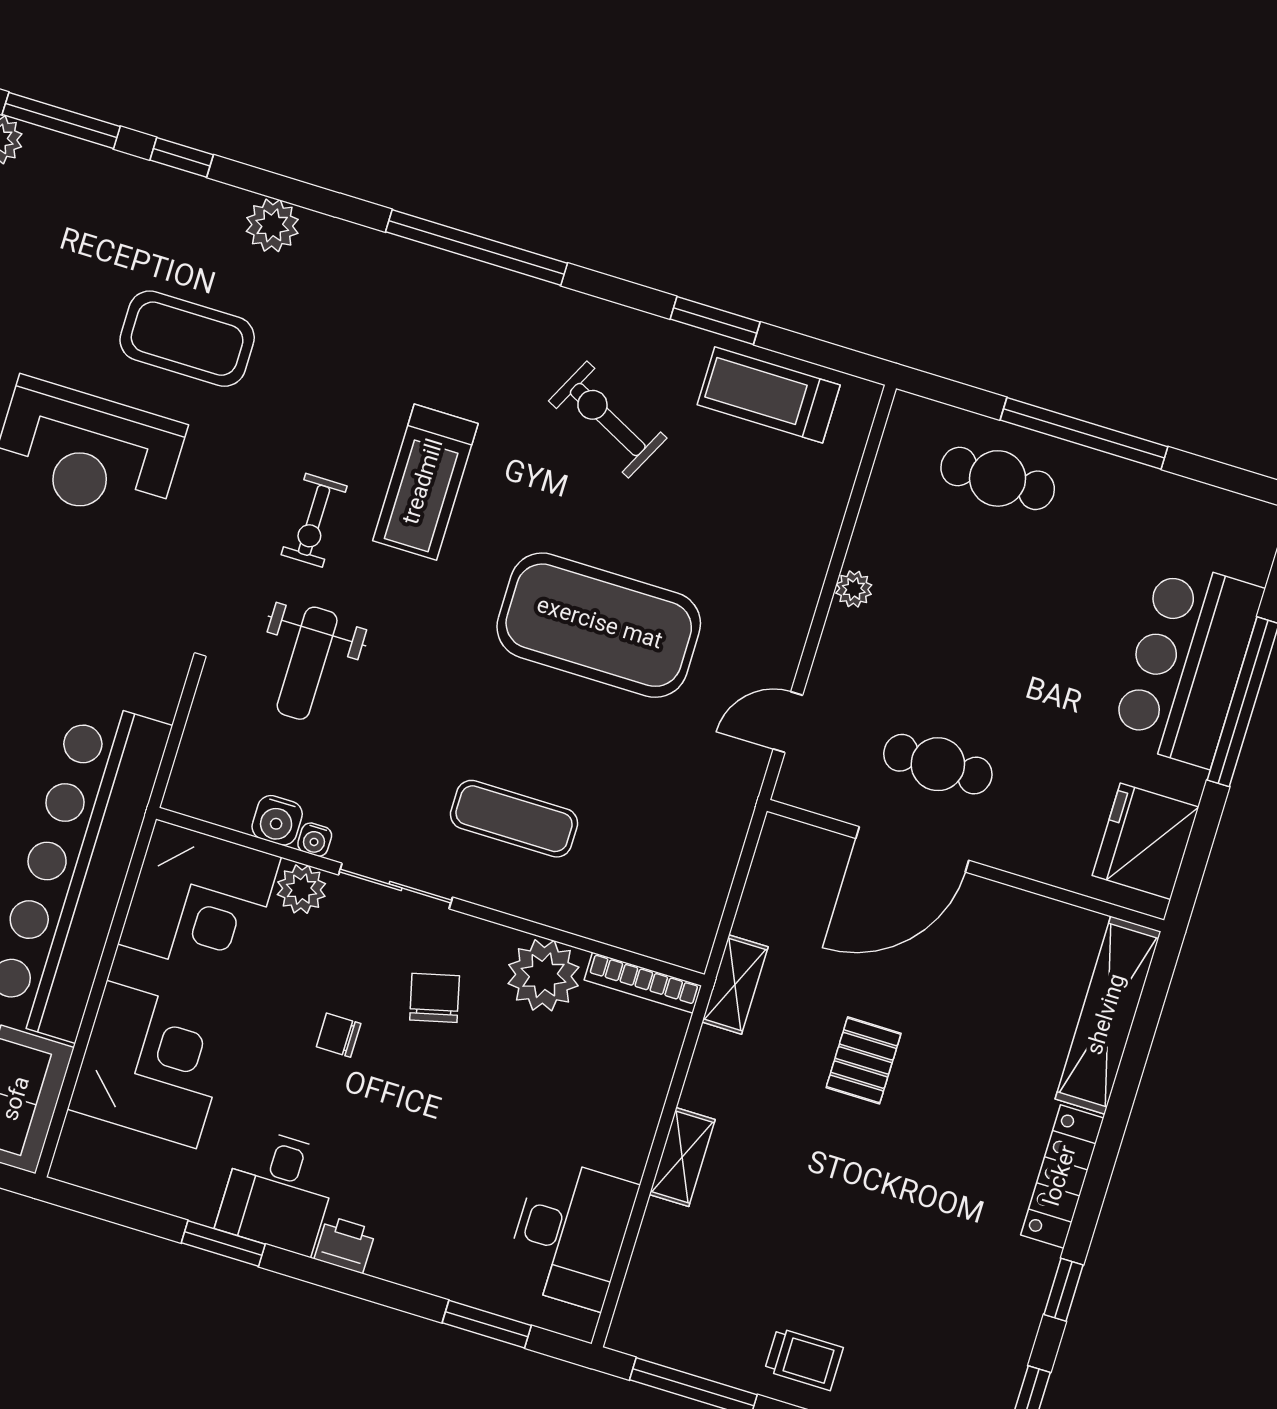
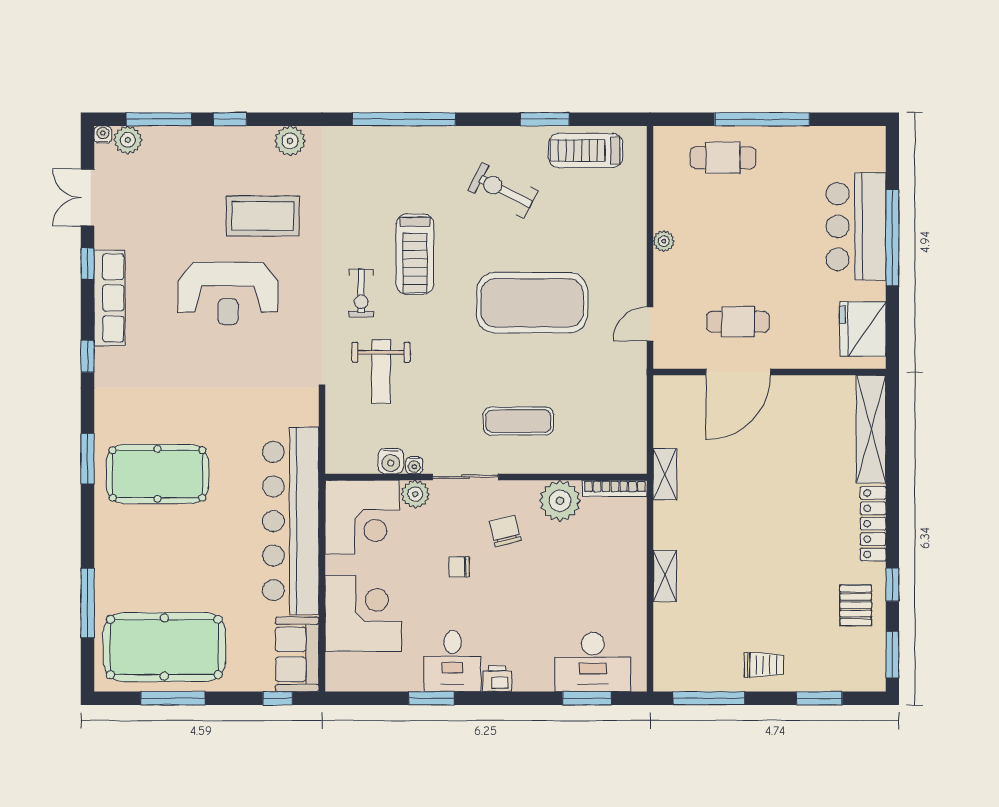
pallet: (864, 1060) -> (856, 605), moved
desk: (571, 1233) -> (593, 662), moved, turned 90

